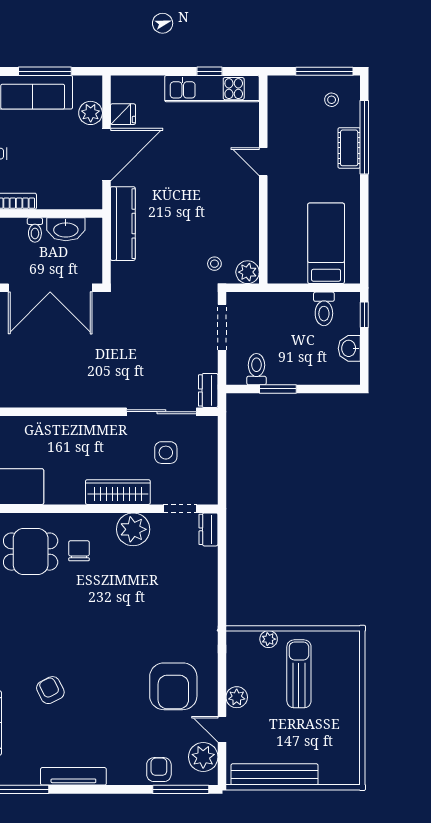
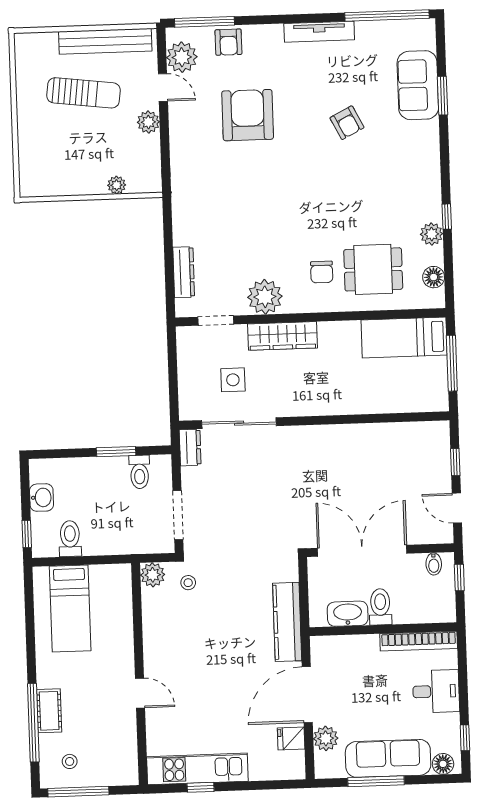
toilet: (35, 230) -> (380, 607), width x1.37, depth x1.39
dresser: (209, 529) -> (184, 272), moved, width x1.44
sun lounger: (299, 674) -> (83, 93), moved, turned -83
armchair: (173, 686) -> (248, 115), moved

